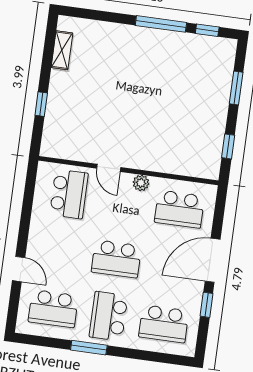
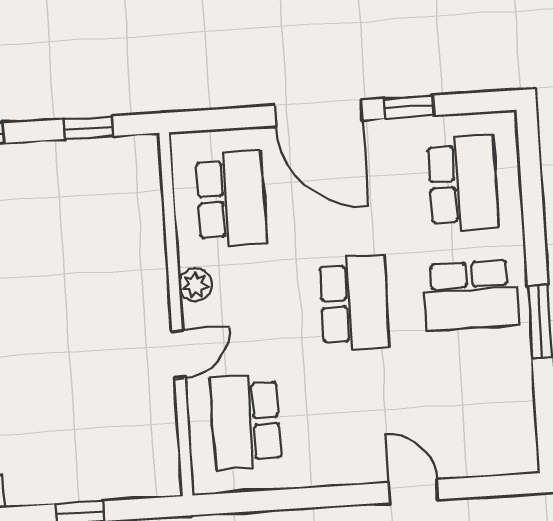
school desk: (69, 194) -> (246, 422), turned -90
door: (19, 269) -> (414, 491), hinge flipped
school desk: (53, 309) -> (478, 407), removed

